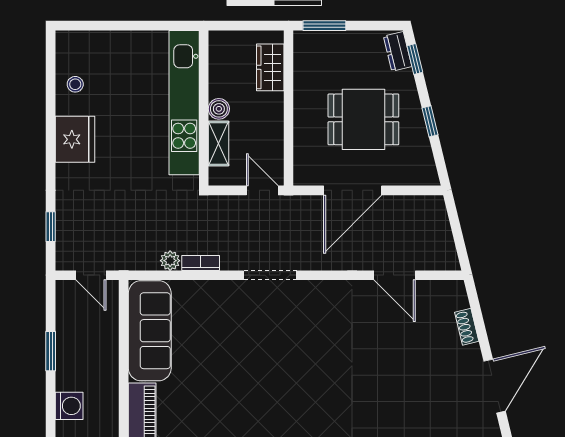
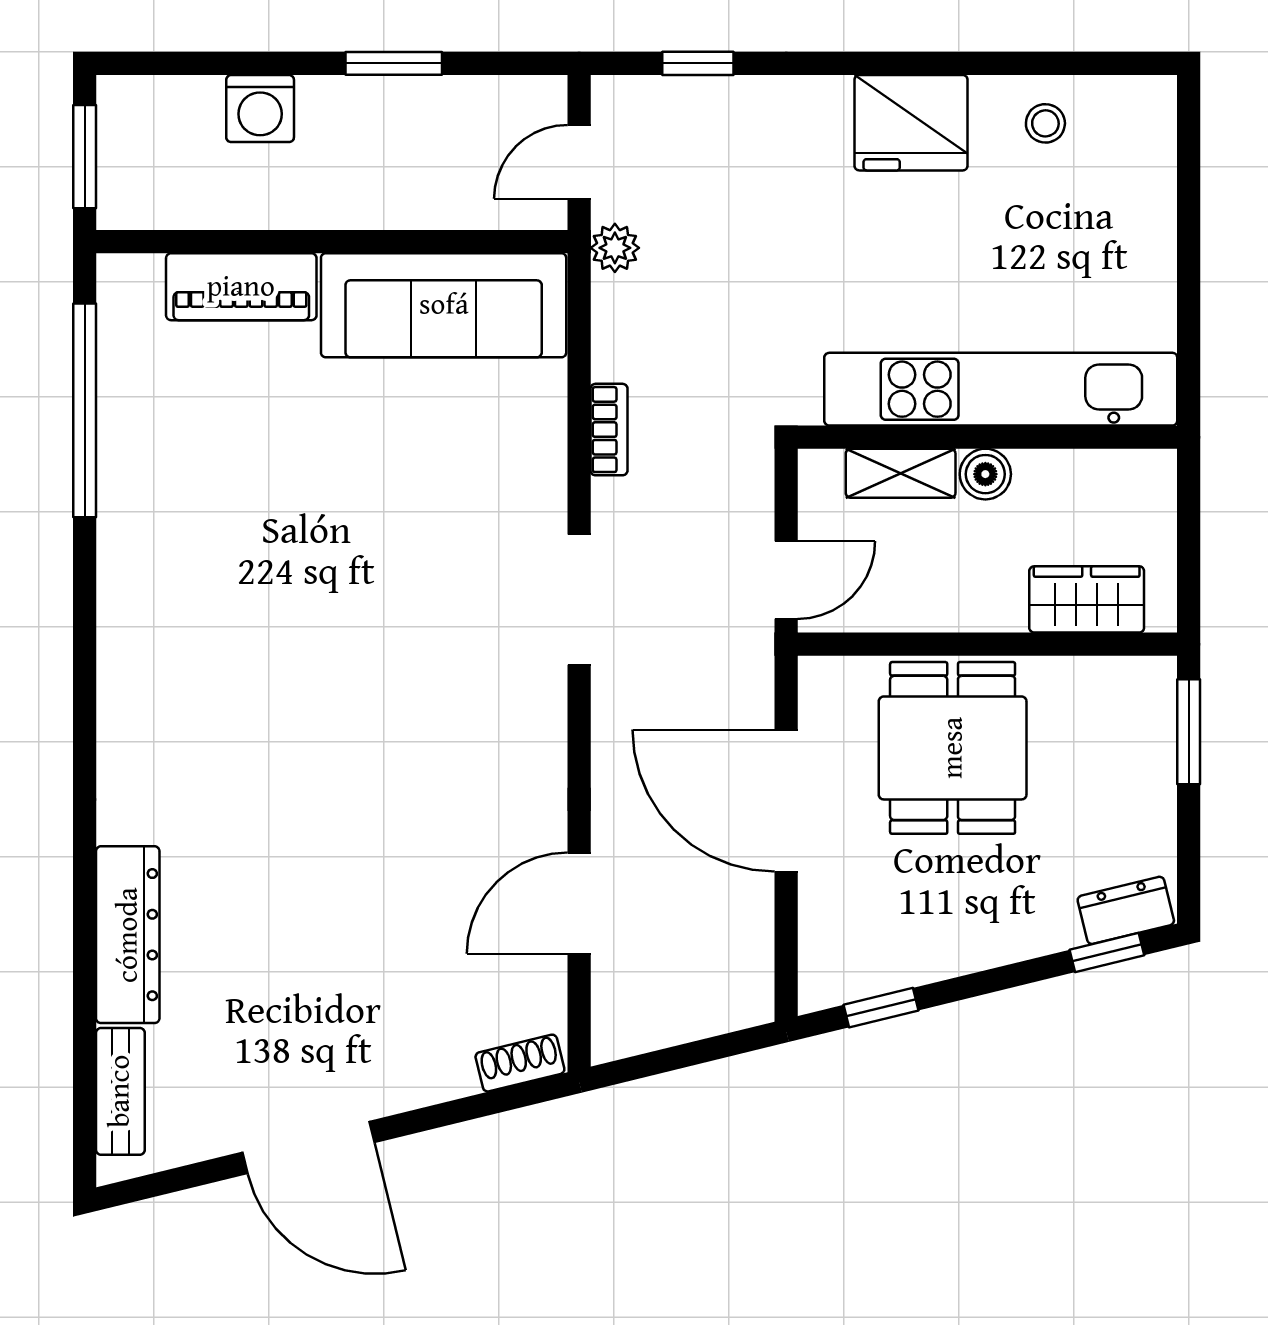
dining table: (363, 119) -> (953, 748), moved
window: (430, 121) -> (881, 1008), moved
plant: (170, 261) -> (615, 248), moved
shoe rack: (467, 327) -> (520, 1063), moved

